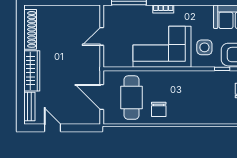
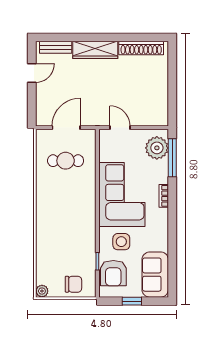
plant: (120, 15) -> (157, 148), added
door: (102, 36) -> (120, 128), moved
cafe table: (132, 98) -> (66, 161), width x0.73, depth x0.74
chair: (159, 109) -> (52, 191), removed

